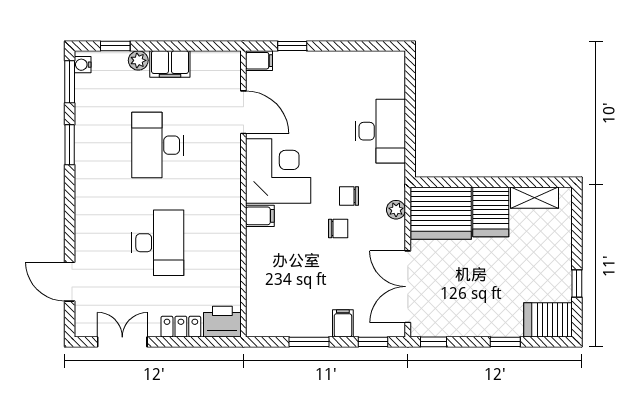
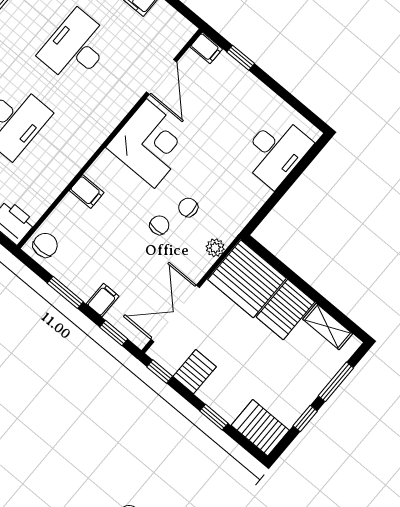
desk: (380, 131) -> (276, 151), moved
filing cabinet: (260, 216) -> (87, 192), moved
chair: (338, 229) -> (159, 225), turned -90
window: (577, 235) -> (336, 382), added
chair: (263, 318) -> (45, 245), added
server rack: (461, 319) -> (195, 372), added

